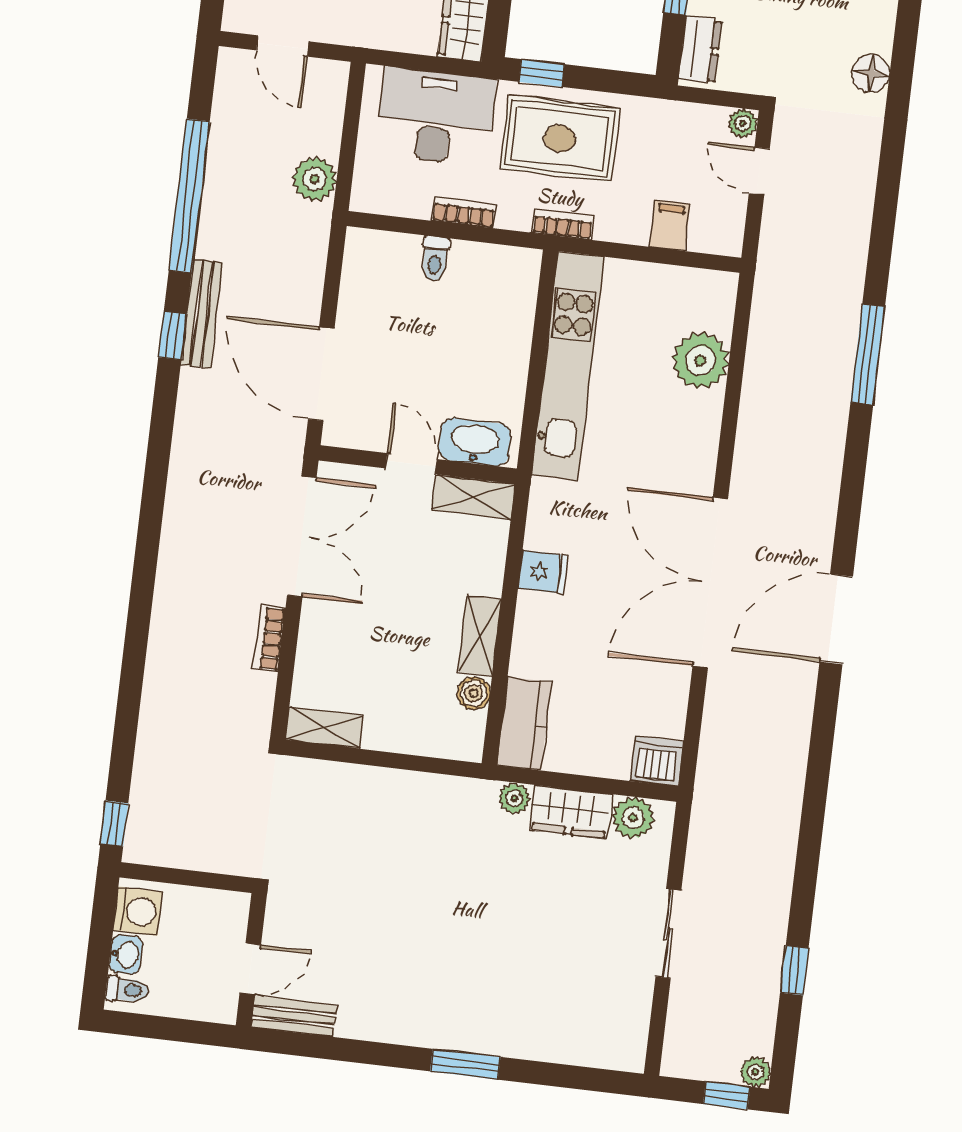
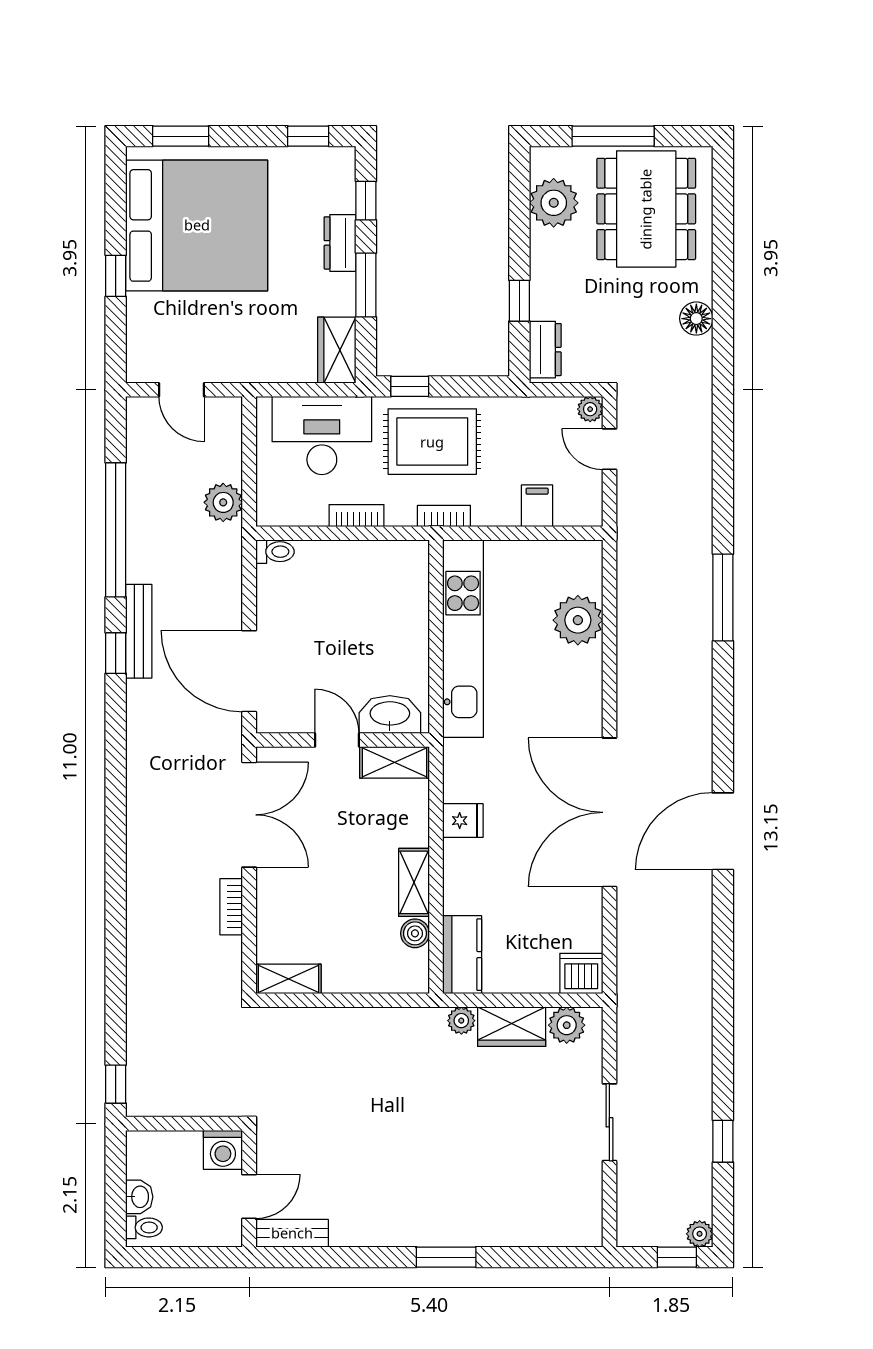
floor lamp: (871, 73) -> (696, 319), moved
toilet: (435, 259) -> (275, 552), moved, turned -90
washing machine: (138, 911) -> (223, 1150), moved, turned 90

